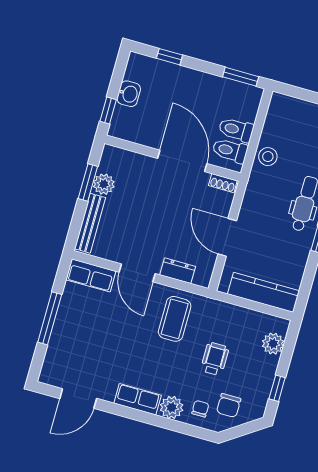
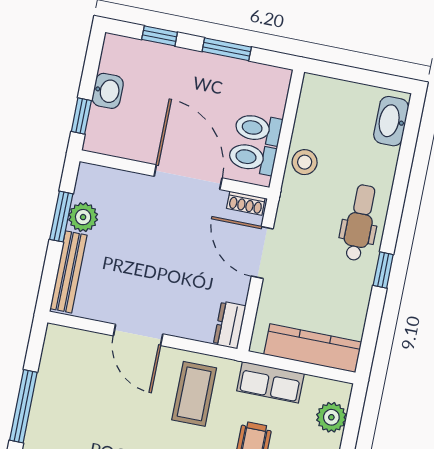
window: (241, 77) -> (227, 49), moved
door: (227, 237) -> (262, 253), moved
dresser: (178, 271) -> (230, 325), moved, turned -90
row of seats: (91, 275) -> (270, 382), moved

